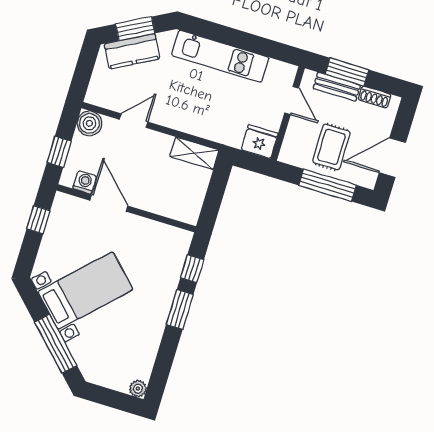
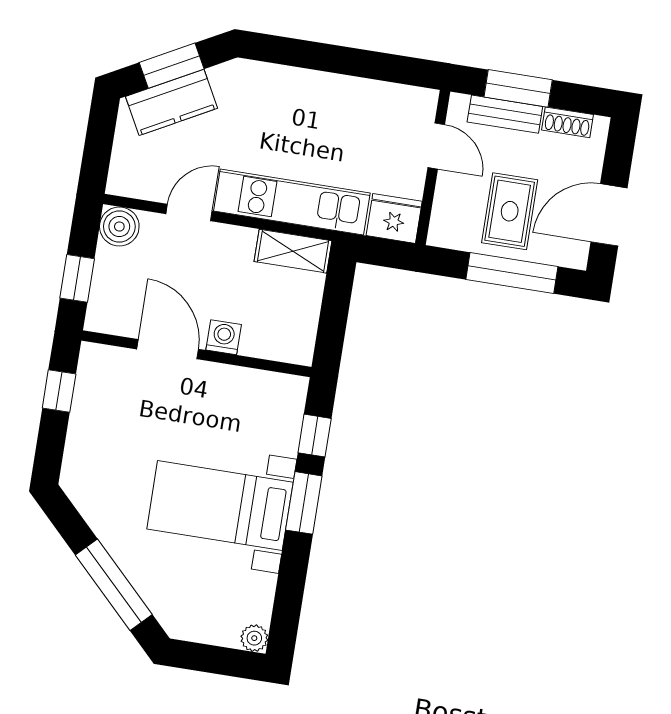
kitchen unit: (220, 56) -> (292, 202), moved, turned 180
washing machine: (85, 182) -> (224, 337), moved
bed with nightstands: (85, 291) -> (220, 506), moved, turned -135

